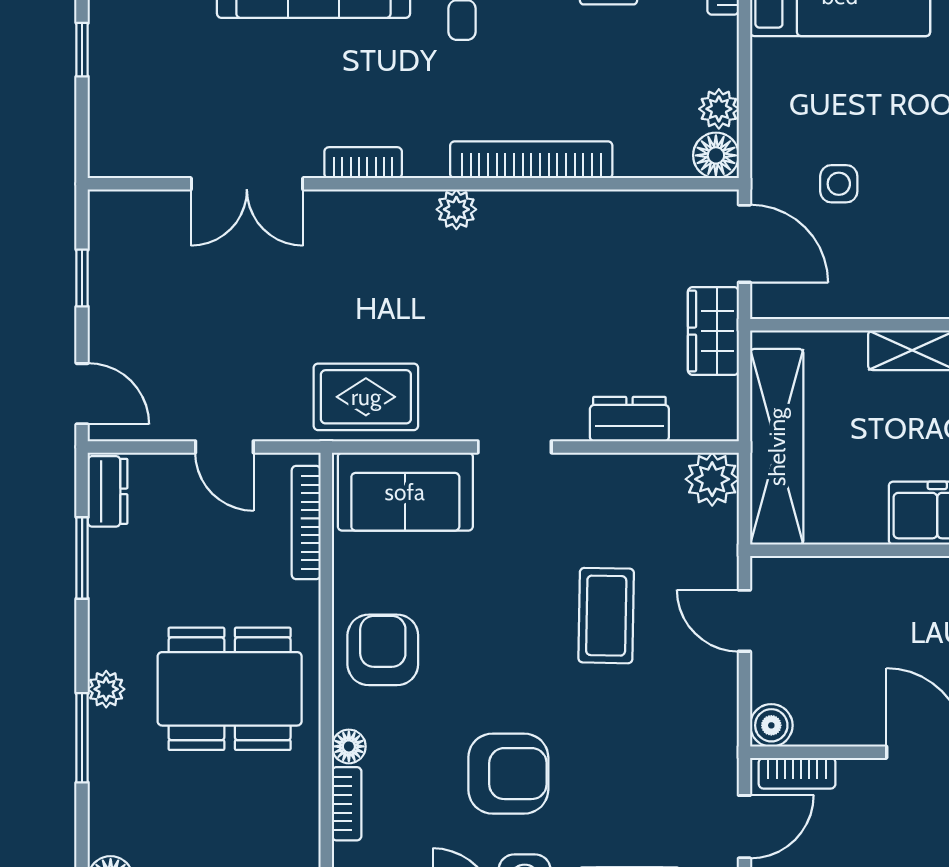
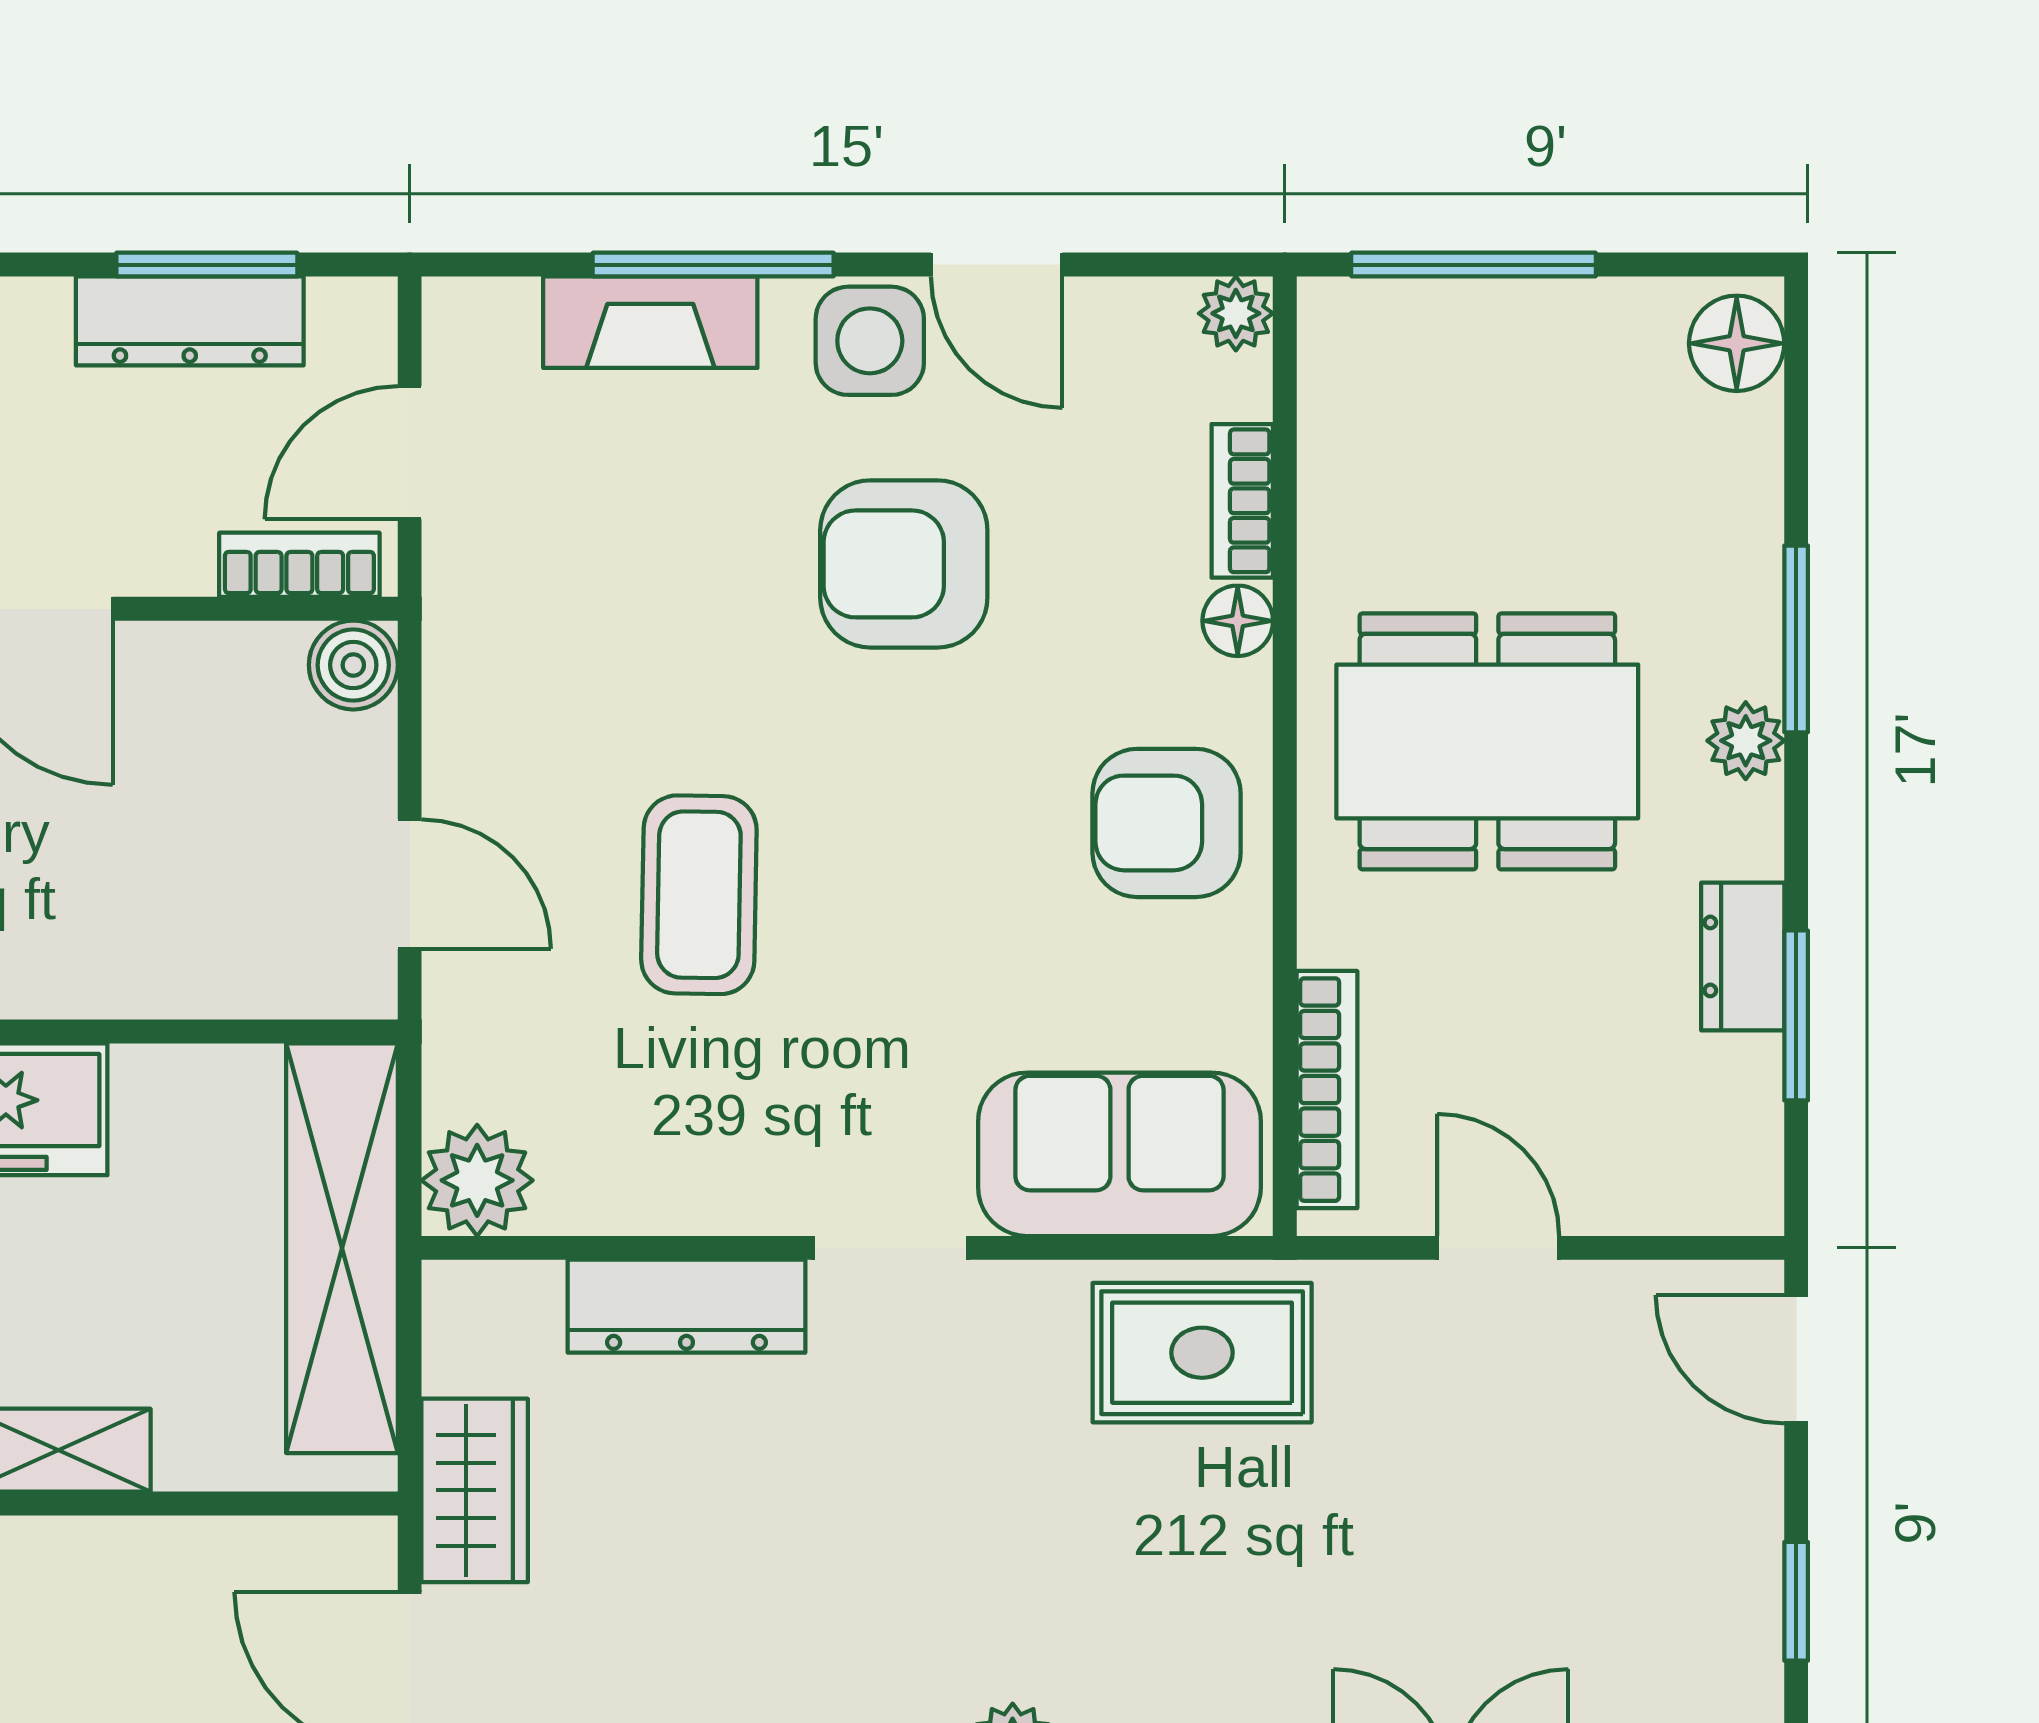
dresser: (629, 419) -> (686, 1306), width x1.44
dresser: (108, 491) -> (1743, 956), moved
armchair: (383, 650) -> (1167, 823), turned 90

